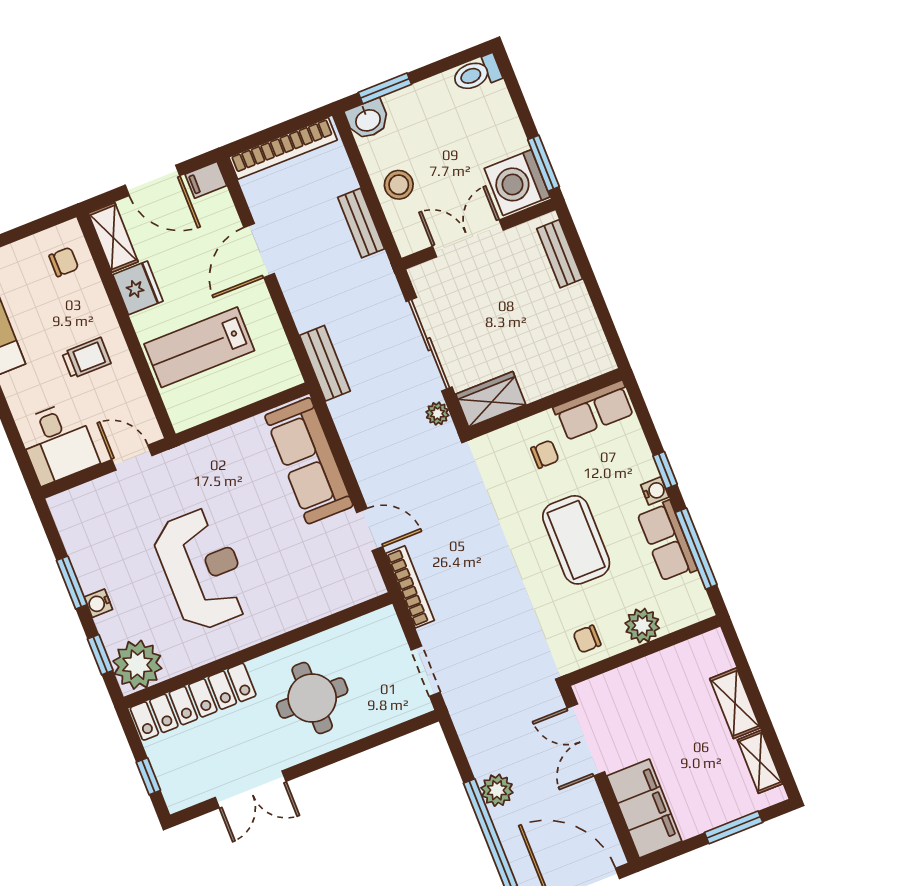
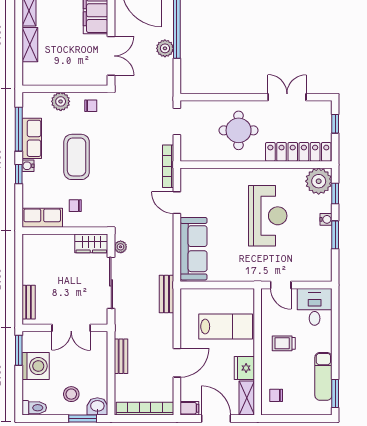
washing machine: (517, 183) -> (36, 366), moved
stool: (399, 185) -> (71, 394), moved
reception desk: (202, 569) -> (268, 216), turned 180

